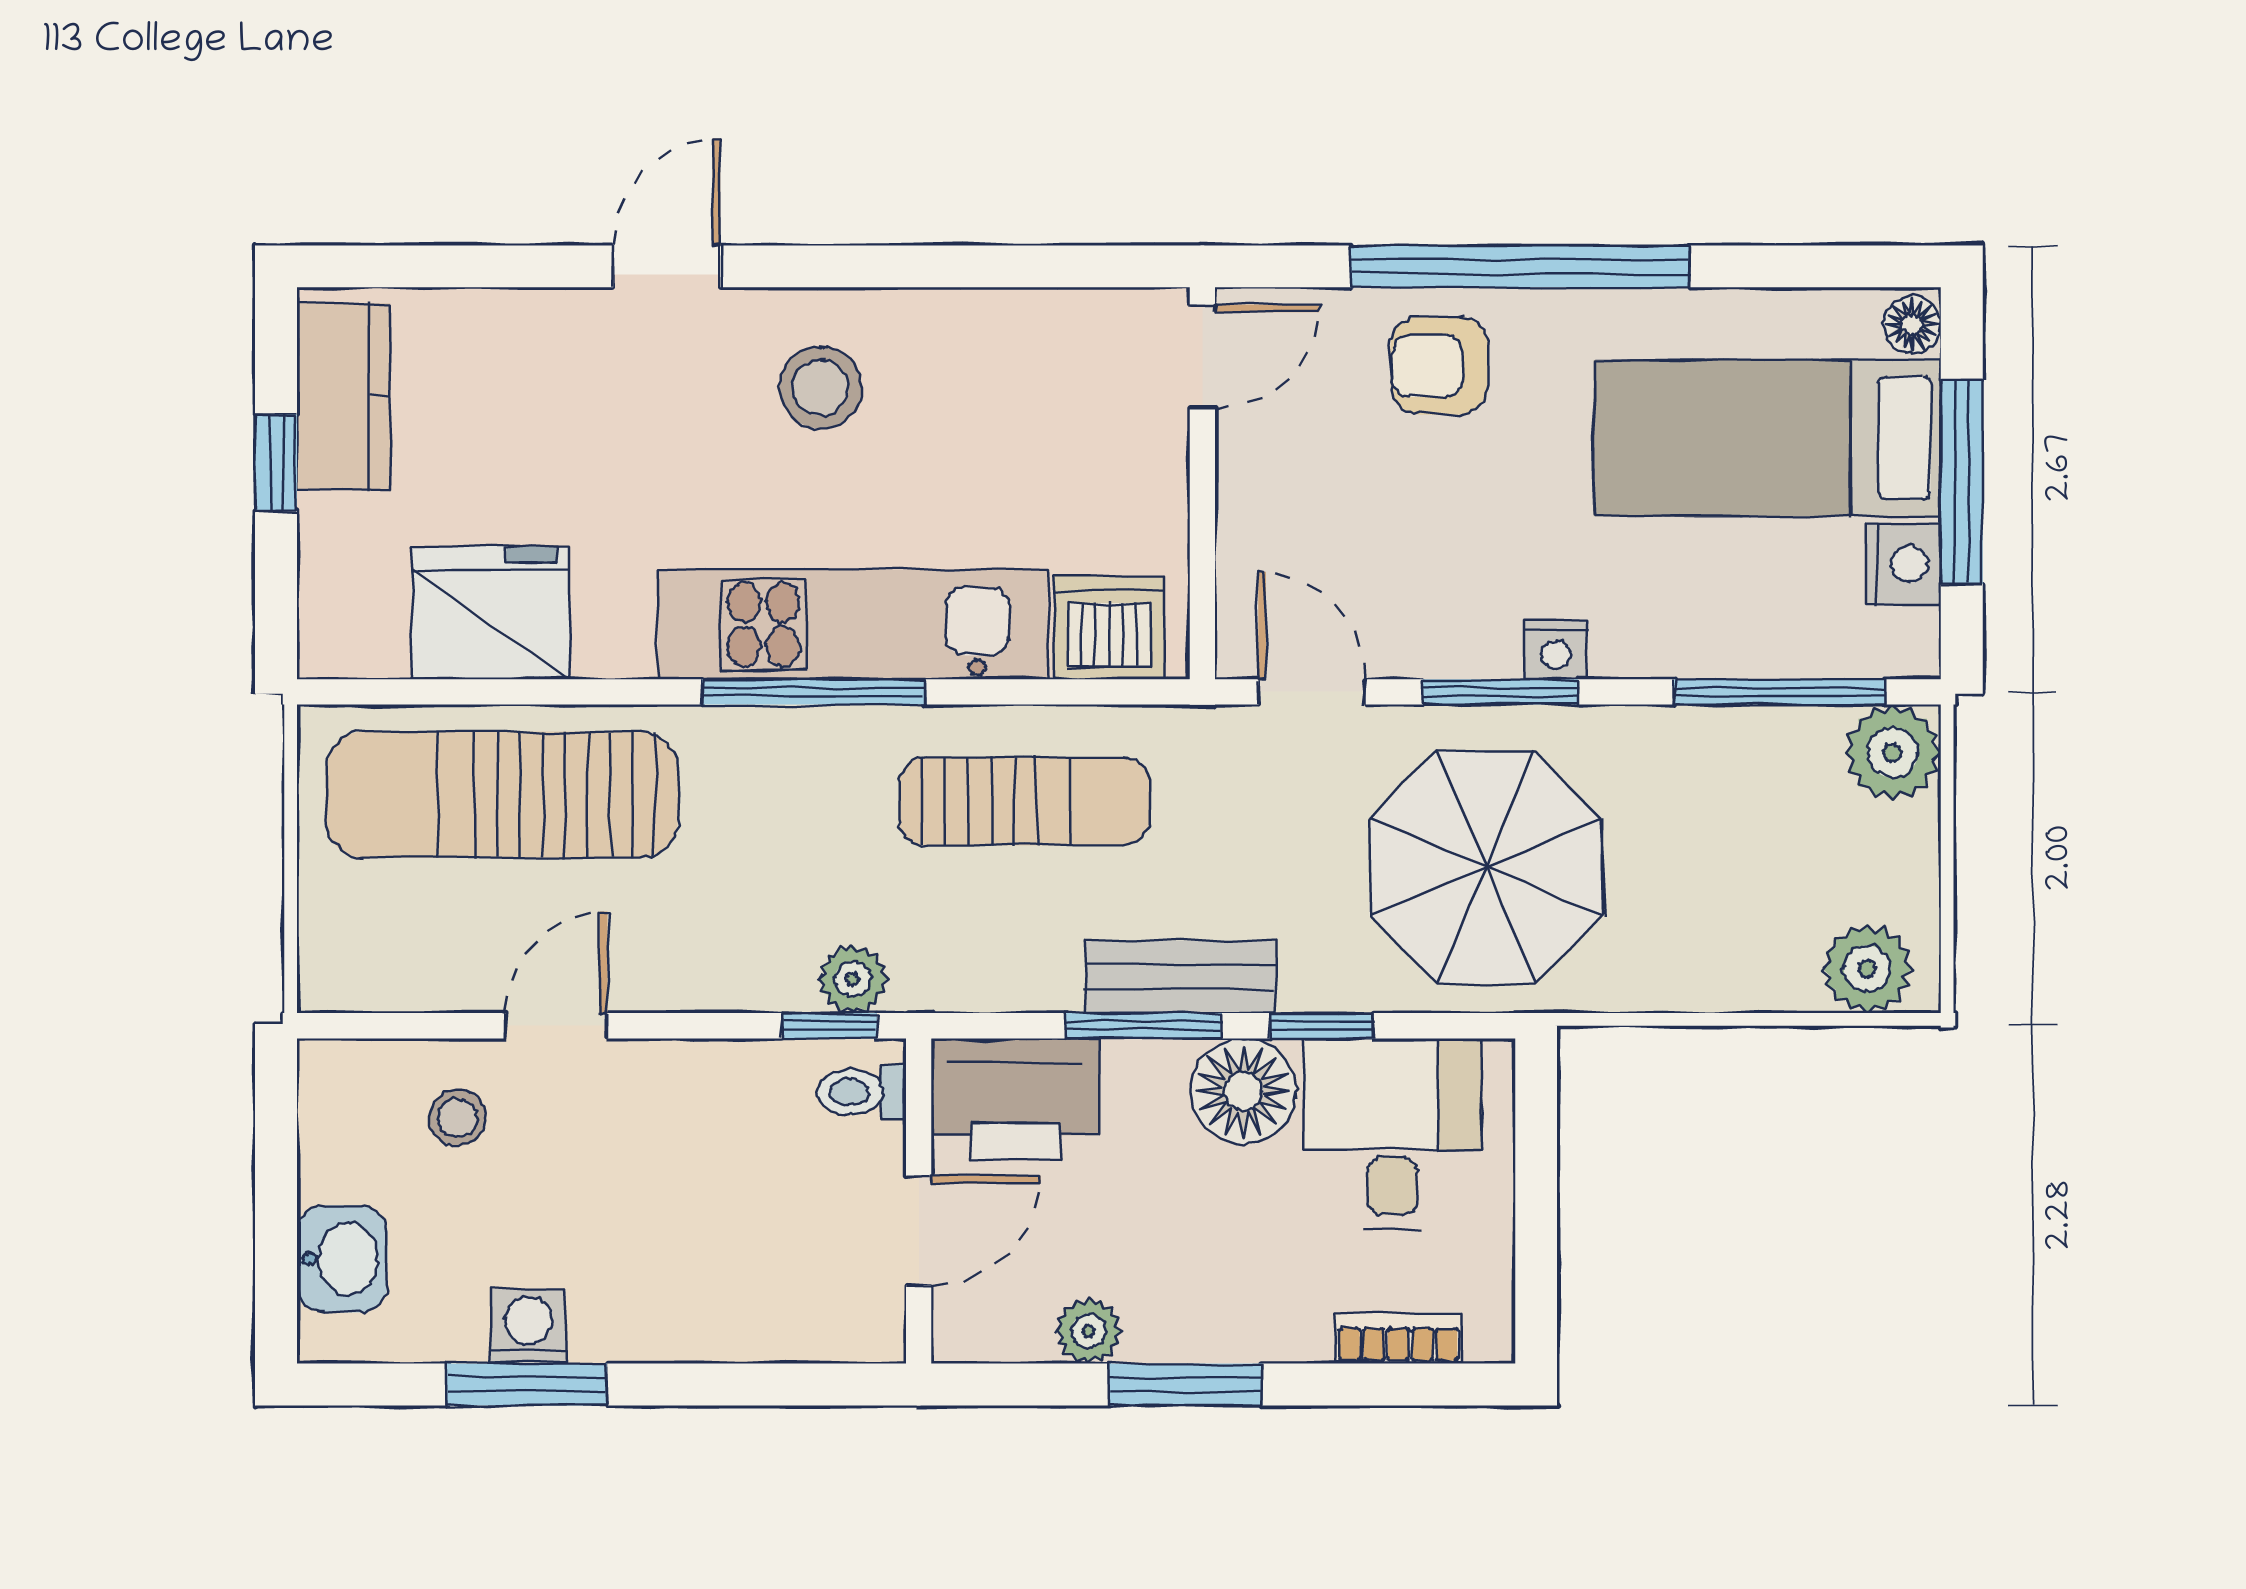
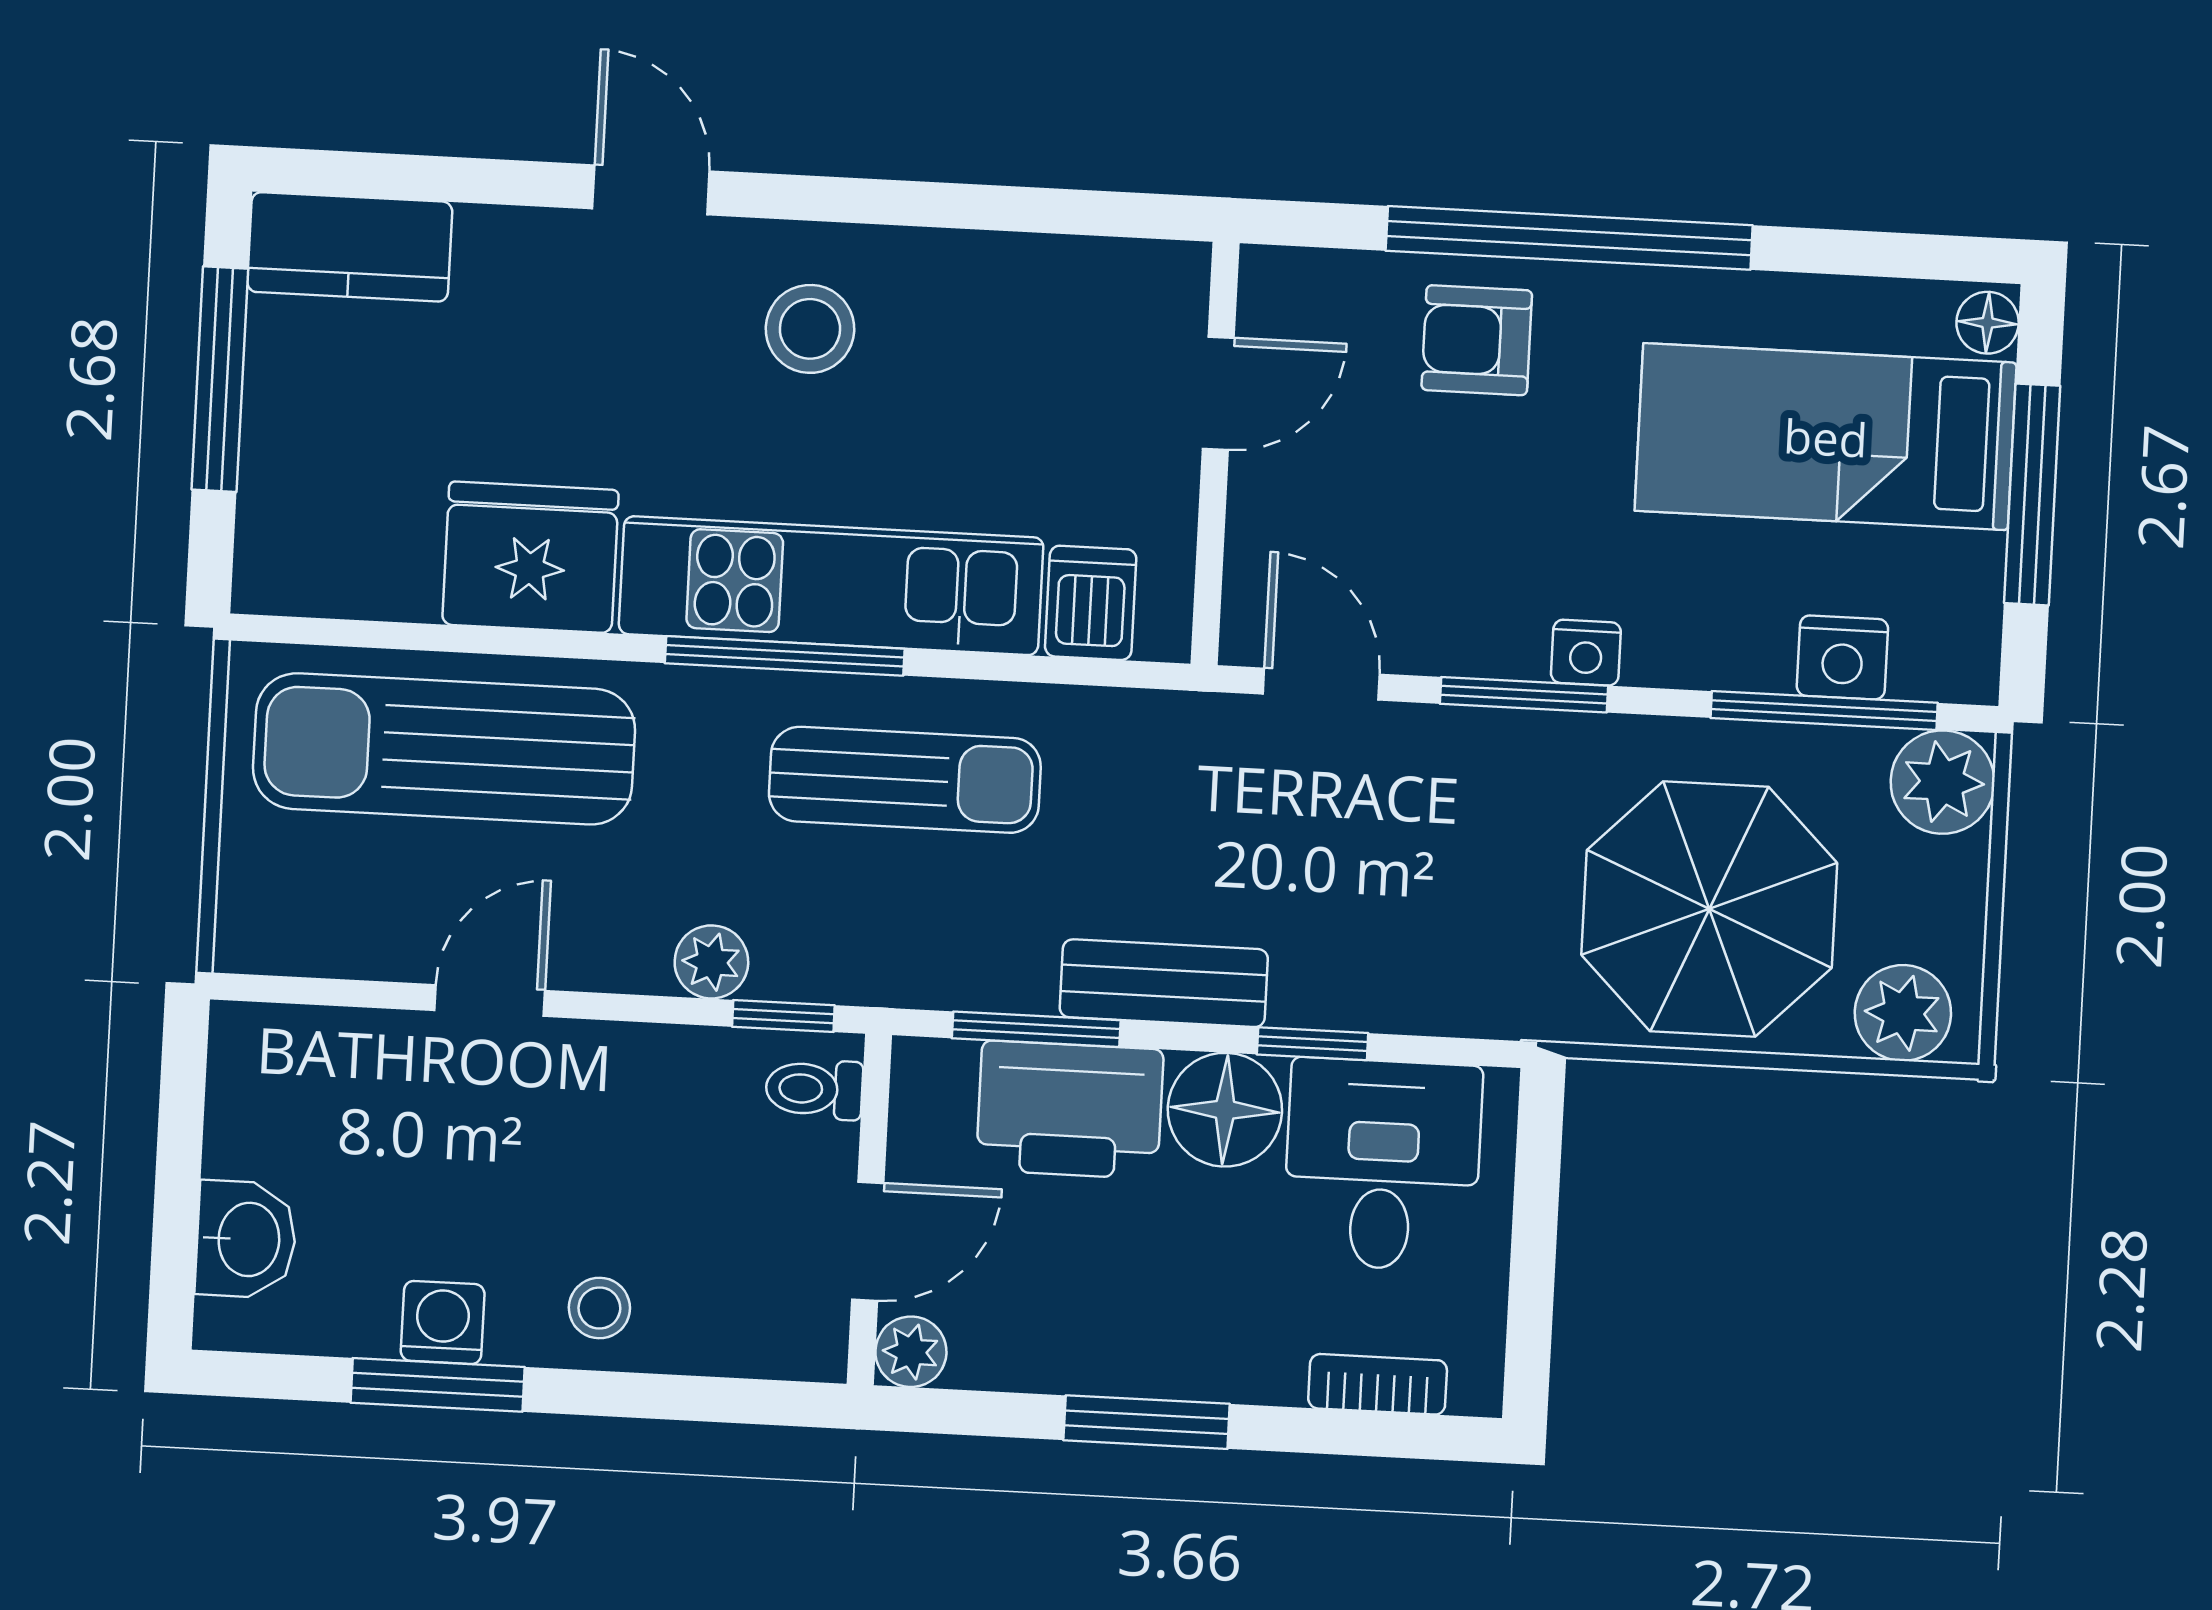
door: (667, 266) -> (651, 190), hinge flipped
door: (1202, 357) -> (1218, 393), moved
kitchen counter: (344, 396) -> (350, 247), moved, turned 90
window: (276, 463) -> (220, 379), width x2.17
nightstand: (1903, 564) -> (1842, 657), moved, turned 90
fridge: (491, 613) -> (530, 557), moved
dishwasher: (1109, 628) -> (1091, 603), width x0.73
sun lounger: (1024, 801) -> (905, 780), moved
parasol: (1486, 867) -> (1709, 909), moved
plant: (853, 979) -> (711, 962), moved
window: (1144, 1026) -> (1036, 1029), moved
printer: (1015, 1099) -> (1070, 1110), moved
stool: (458, 1118) -> (599, 1308), moved
plant: (1089, 1331) -> (911, 1352), moved

